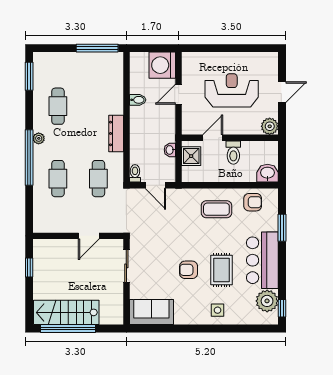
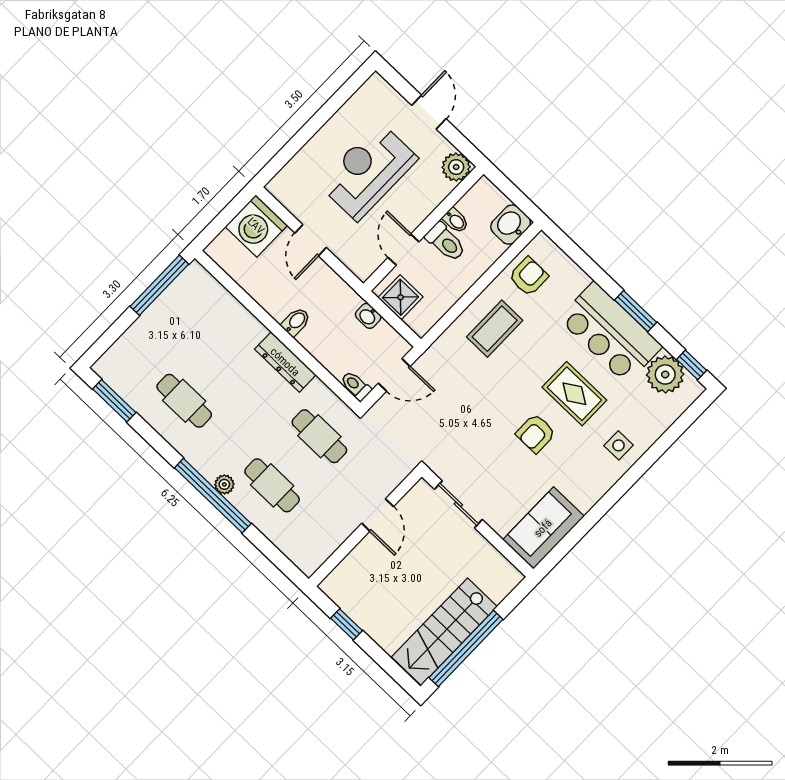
bidet: (138, 100) -> (296, 322), moved
plant: (39, 138) -> (224, 484), moved
bidet: (247, 148) -> (456, 221), added
window: (282, 228) -> (636, 311), moved

